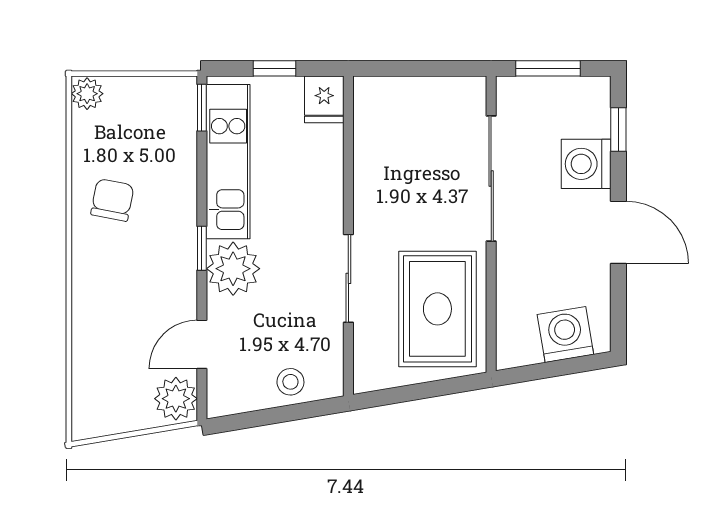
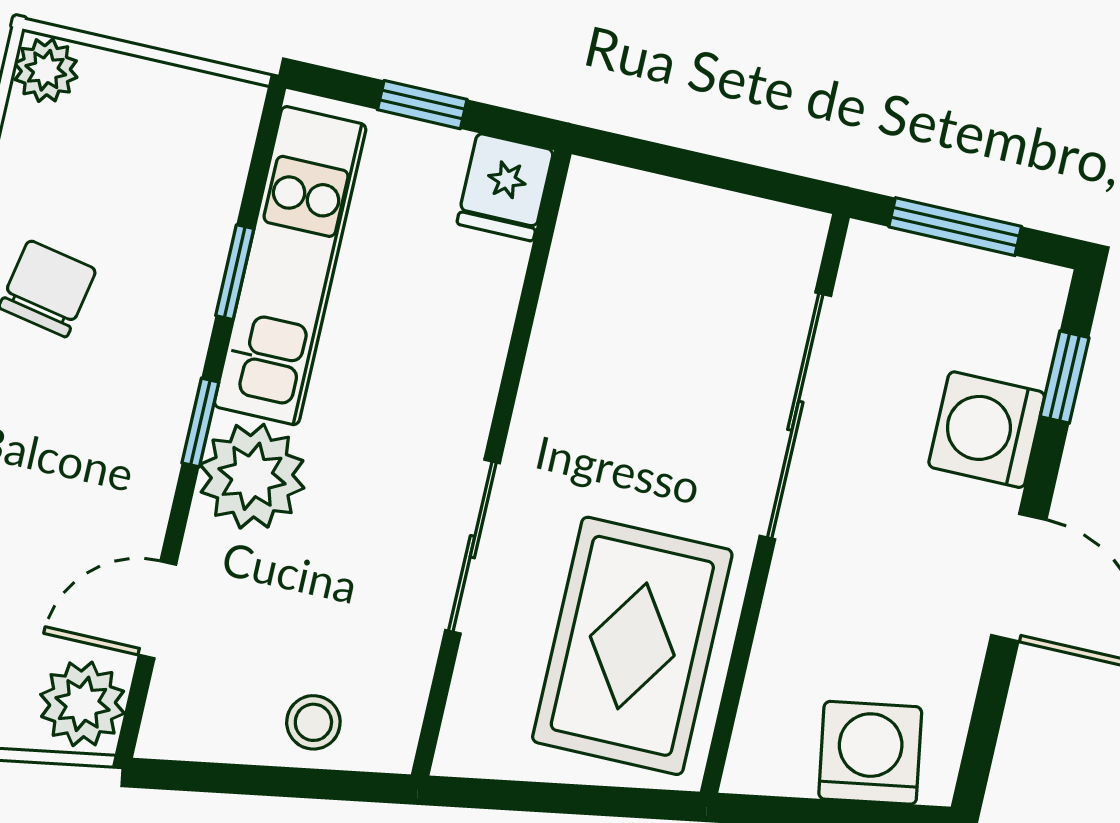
window: (202, 108) -> (235, 272), moved

